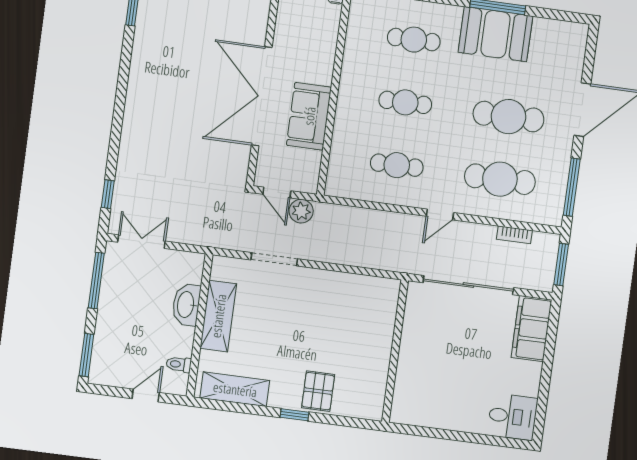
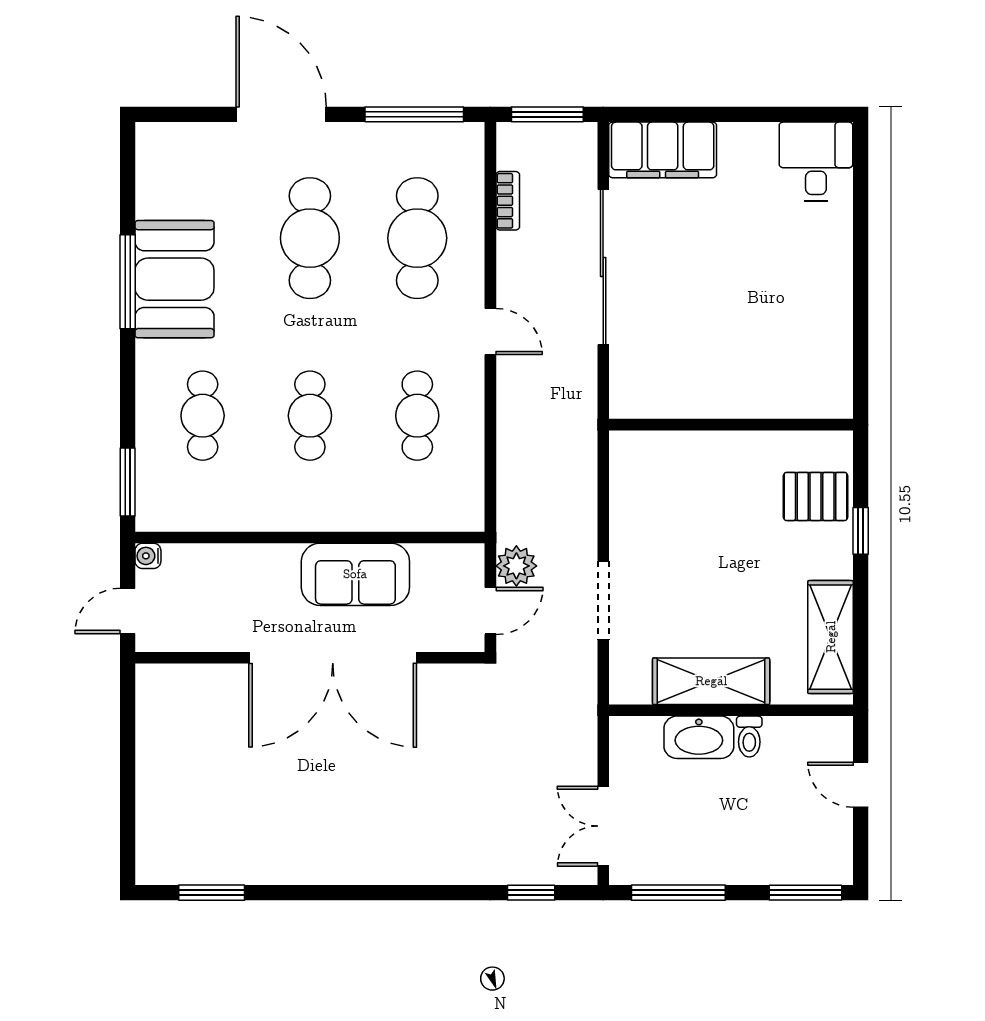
wall: (395, 351) -> (731, 425), moved
toilet: (179, 364) -> (749, 737), moved

